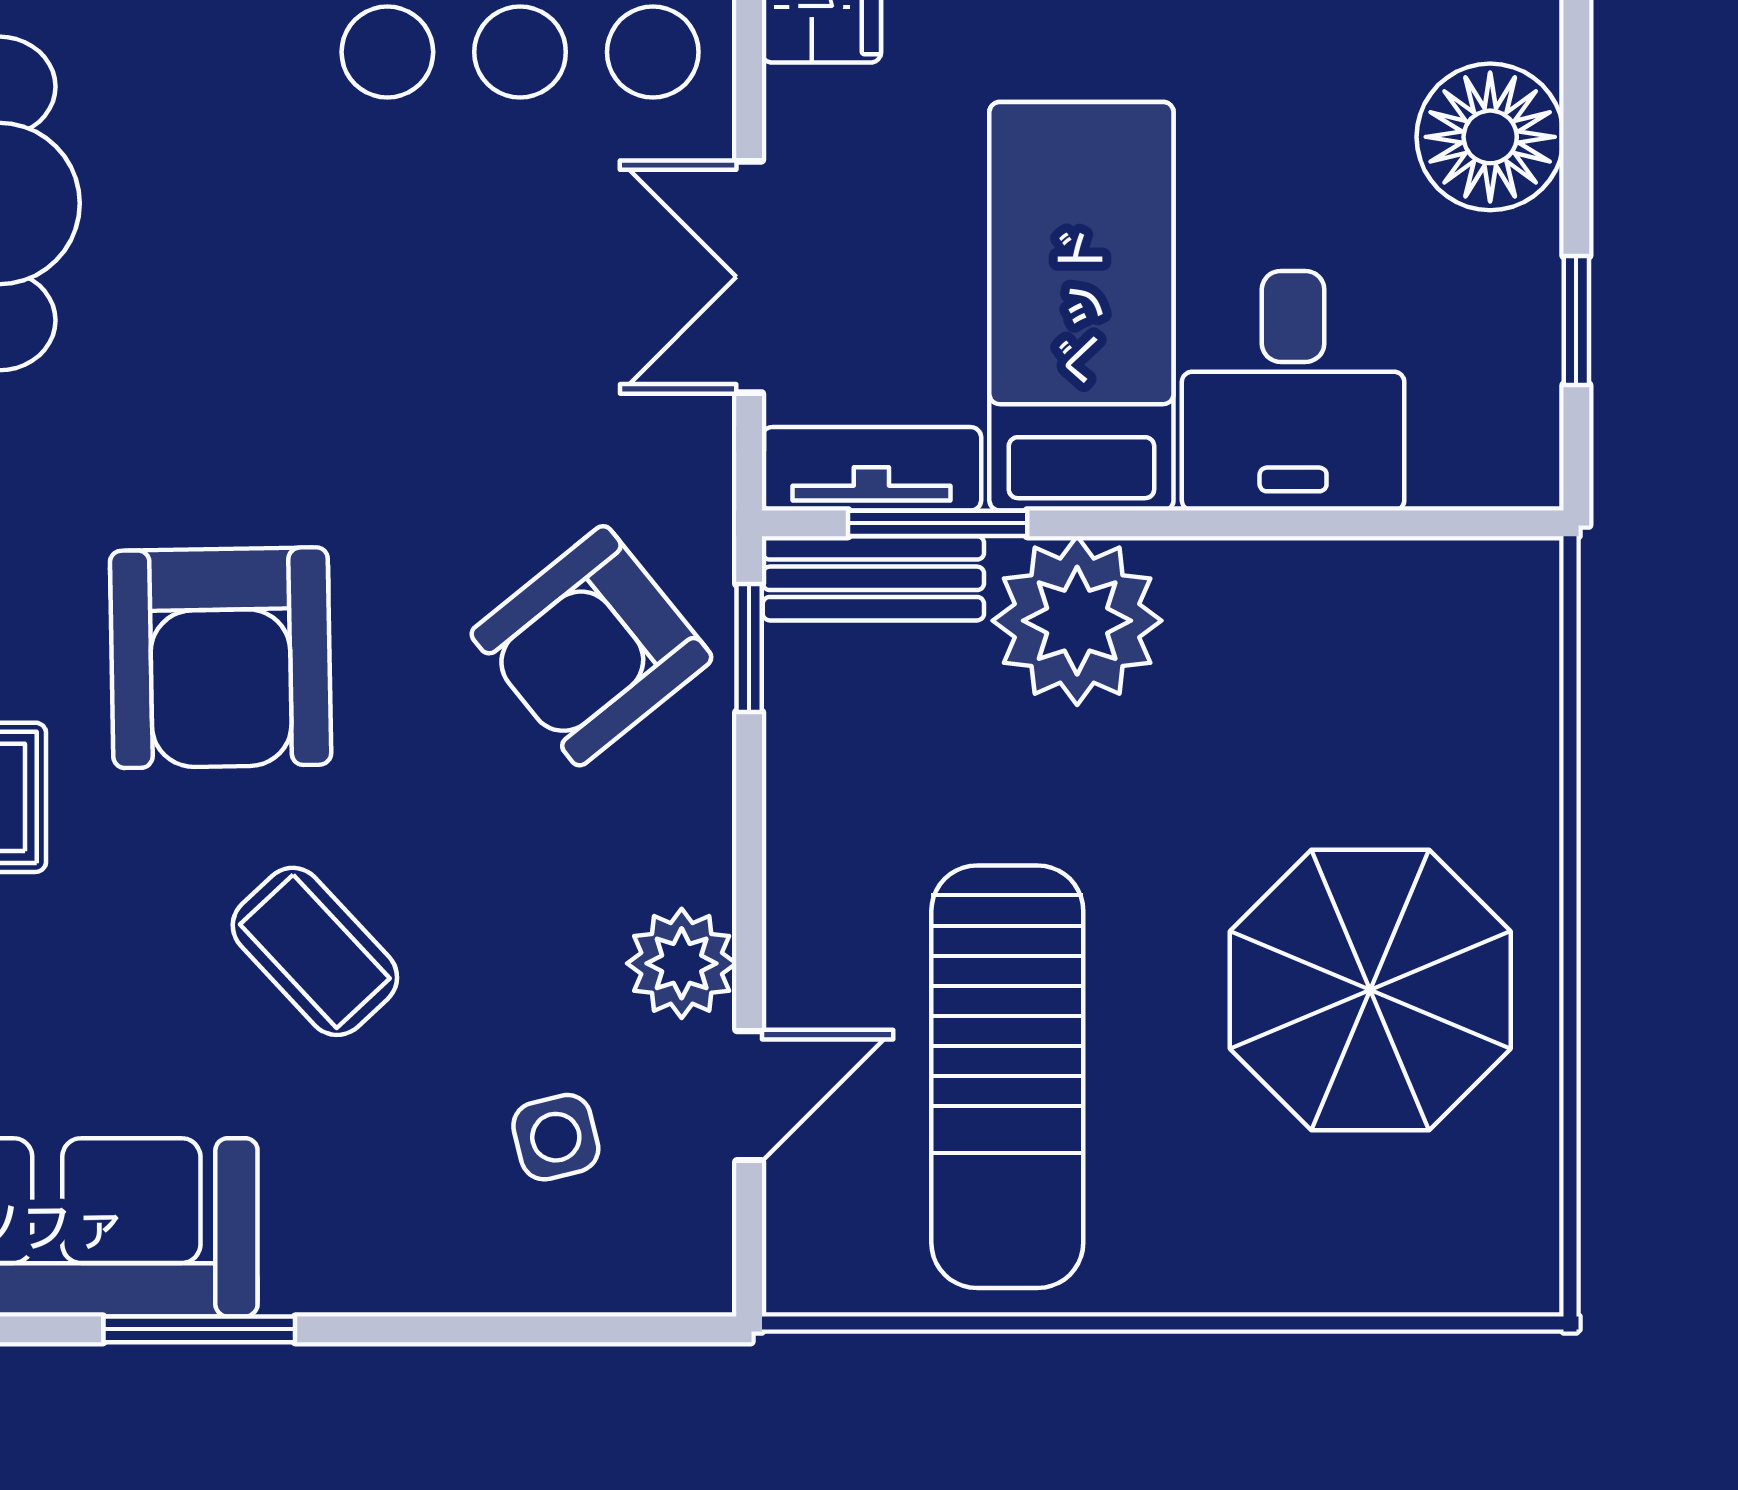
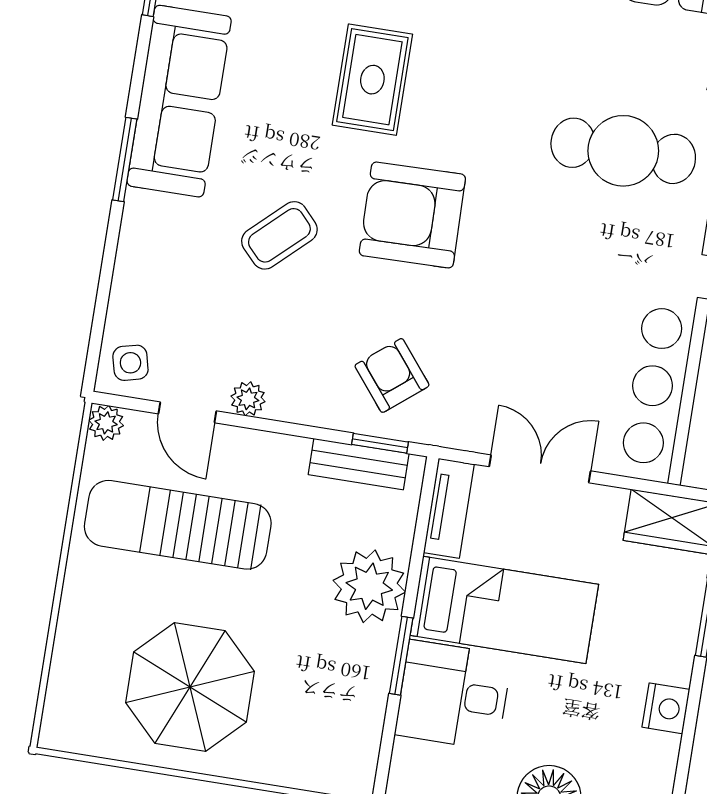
window: (938, 523) -> (401, 656), moved
bench: (873, 578) -> (359, 464), moved, turned 90
armchair: (591, 646) -> (392, 375), width x0.72, depth x0.72
plant: (682, 963) -> (248, 399), width x0.73, depth x0.73
side table: (556, 1137) -> (130, 363), moved
plant: (803, 1276) -> (106, 423), added

